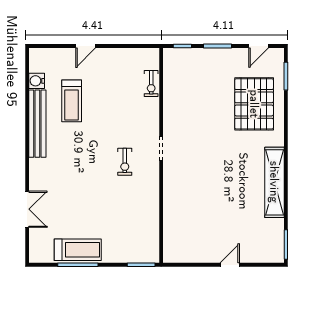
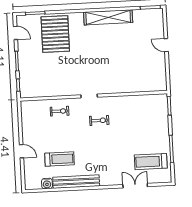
exercise bike: (151, 83) -> (60, 111), moved
pallet: (254, 104) -> (55, 34), turned 90
treadmill: (78, 250) -> (151, 162), moved, turned -90

